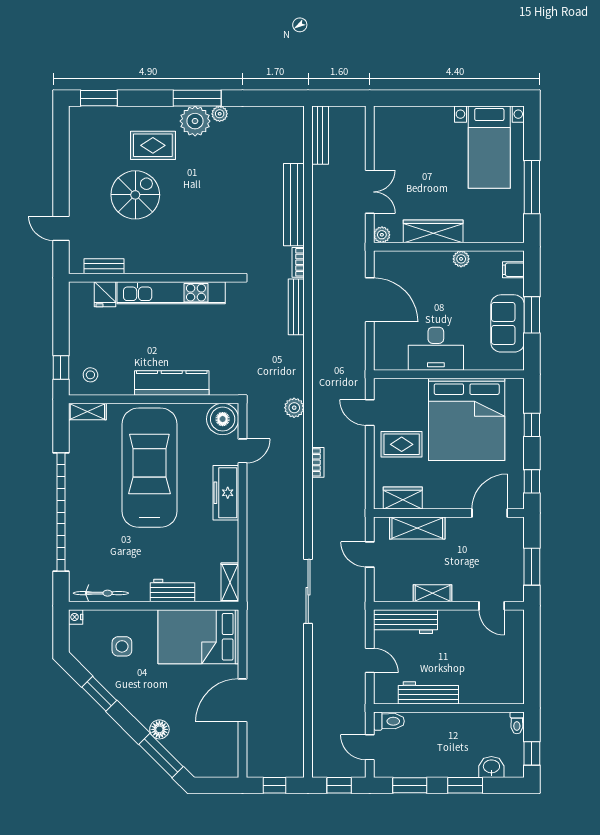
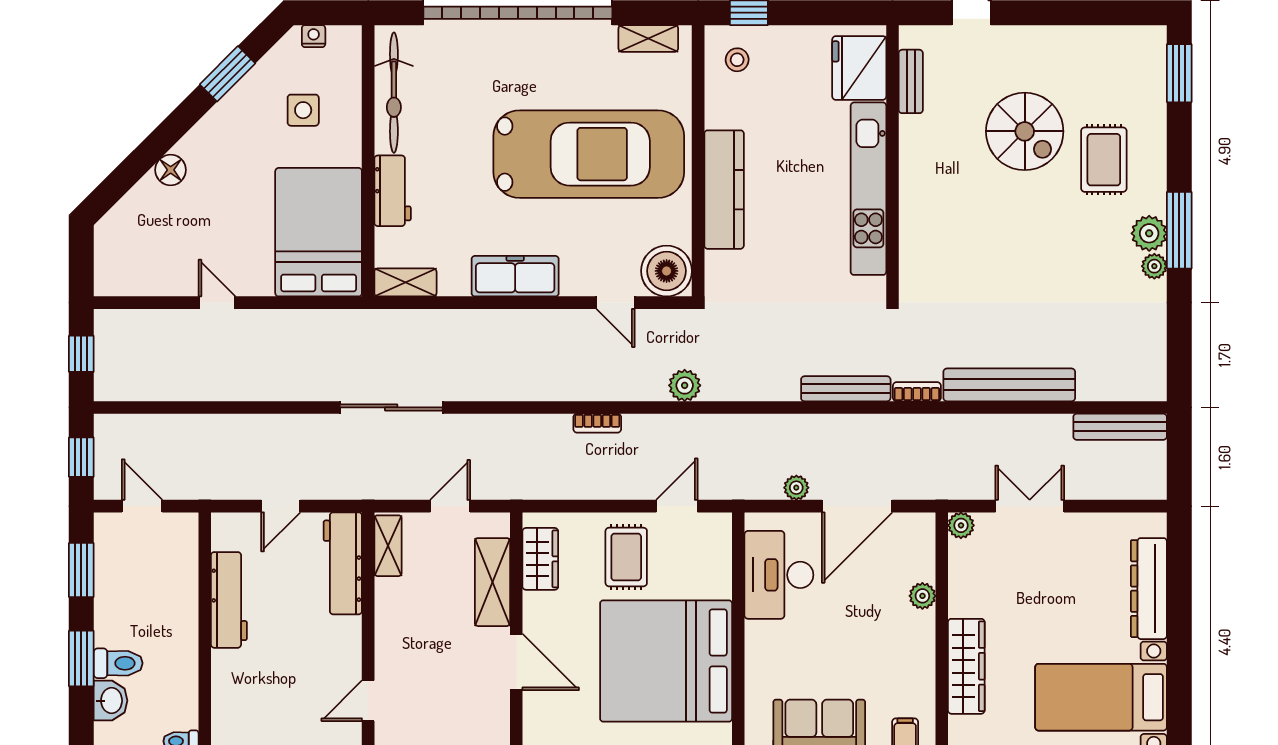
dresser: (421, 117) -> (1149, 589), added
plant: (195, 121) -> (1149, 233), width x0.73, depth x0.73
double door: (370, 192) -> (1030, 506), swing flipped
wardrobe: (433, 231) -> (966, 666), moved
plant: (461, 259) -> (922, 596), moved
fridge: (105, 294) -> (859, 68), width x1.88, depth x1.34
plant: (358, 338) -> (796, 488), added
desk: (436, 349) -> (779, 575), moved
shelving: (87, 412) -> (648, 38), moved, turned 90
freezer: (226, 493) -> (515, 276), moved
door: (490, 513) -> (516, 662), moved
bicycle: (101, 593) -> (394, 93), width x1.37, depth x1.40
shelving: (433, 593) -> (388, 546), moved
nightstand: (76, 617) -> (314, 36), moved
door: (242, 700) -> (217, 303), width x0.53
toilet: (389, 721) -> (118, 663), moved, turned -90
door: (370, 747) -> (142, 506), hinge flipped
window: (161, 756) -> (129, 173), removed

